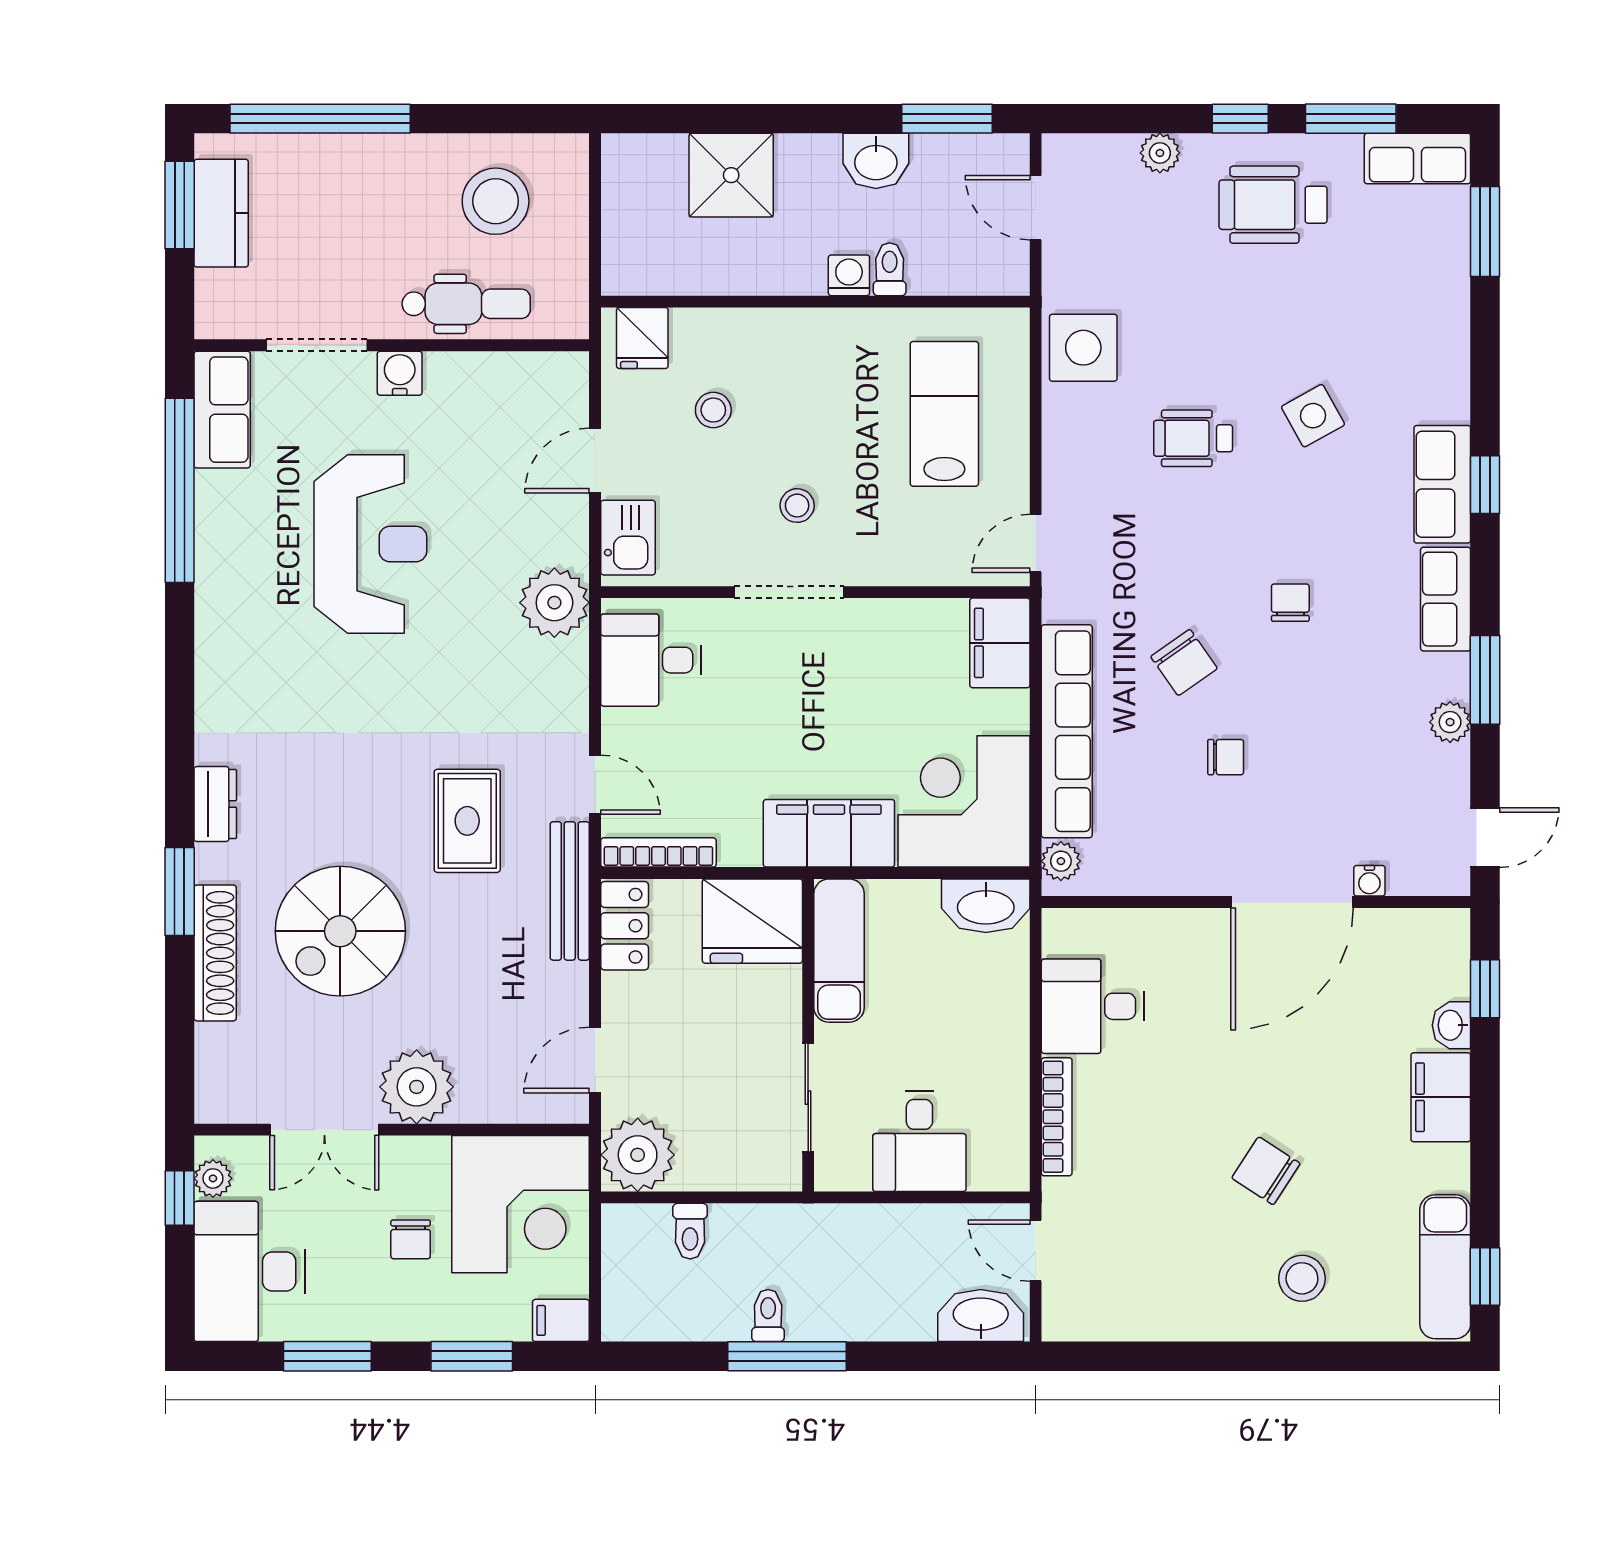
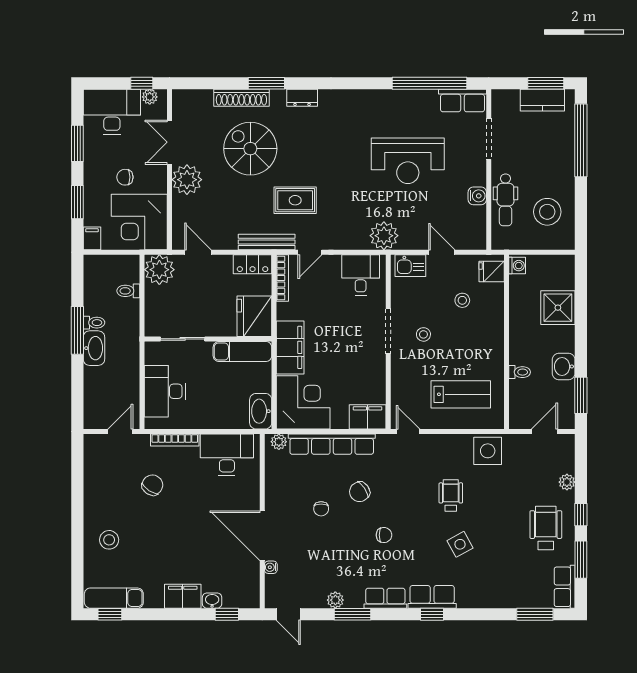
washing machine: (849, 275) -> (517, 266), moved
water cooler: (400, 373) -> (477, 196), moved
desk: (1093, 1006) -> (227, 455), width x1.37
desk: (919, 1141) -> (165, 391), width x1.37
chair: (1266, 1171) -> (152, 485), moved
washbasin: (981, 1316) -> (94, 348), moved

